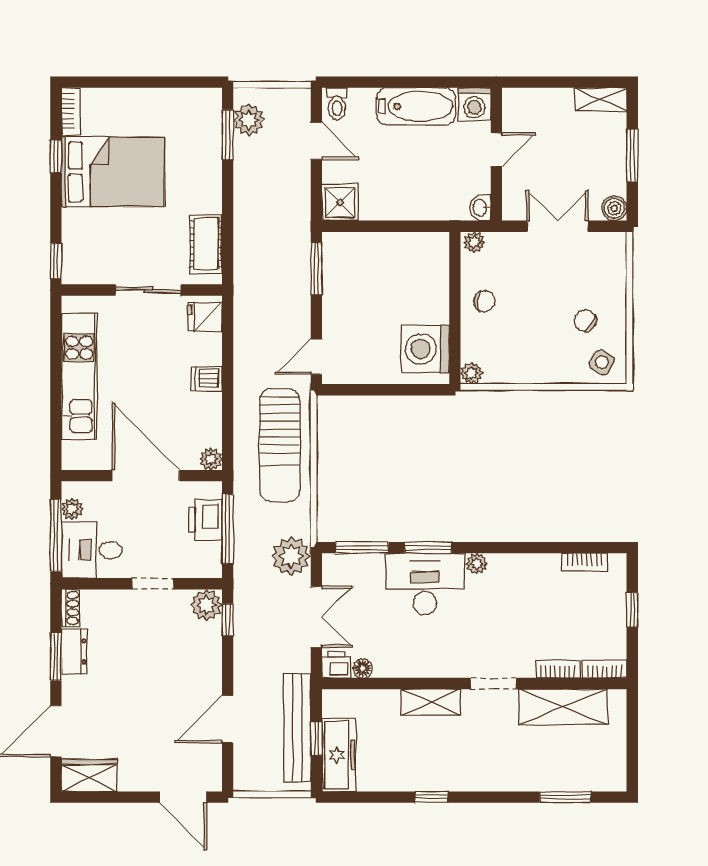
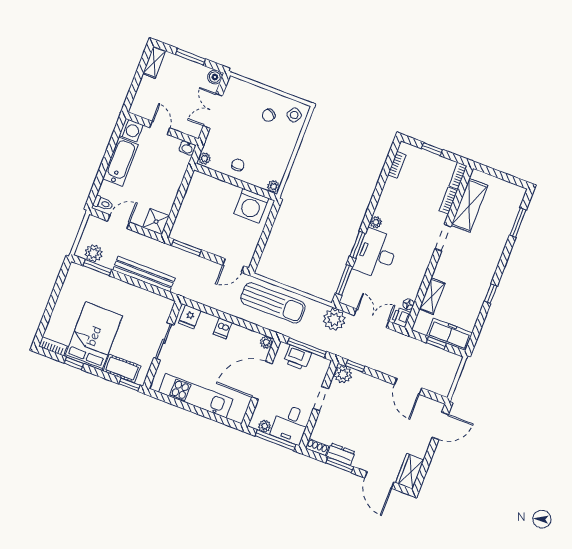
cot: (206, 244) -> (122, 369), moved
door: (316, 357) -> (233, 266), hinge flipped
shelving: (431, 702) -> (432, 296), moved
bench: (297, 728) -> (144, 274), moved

